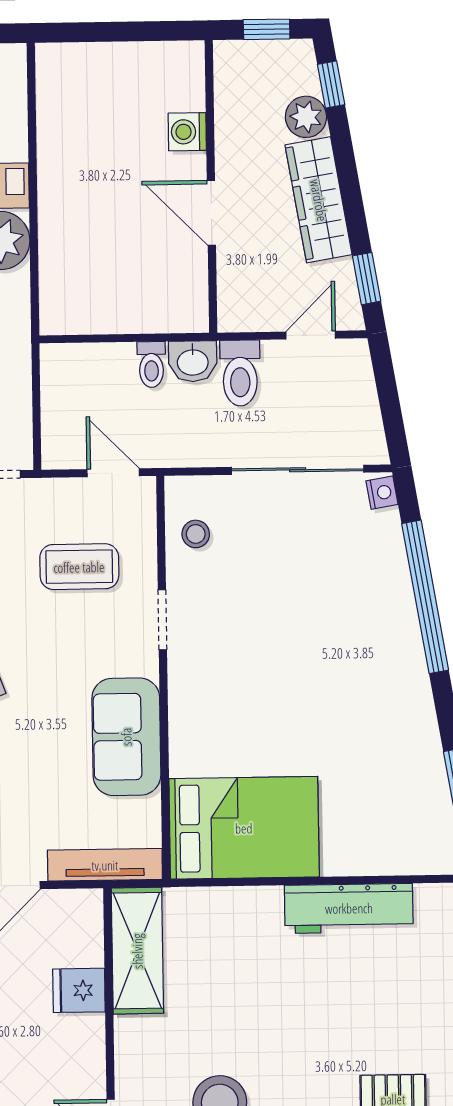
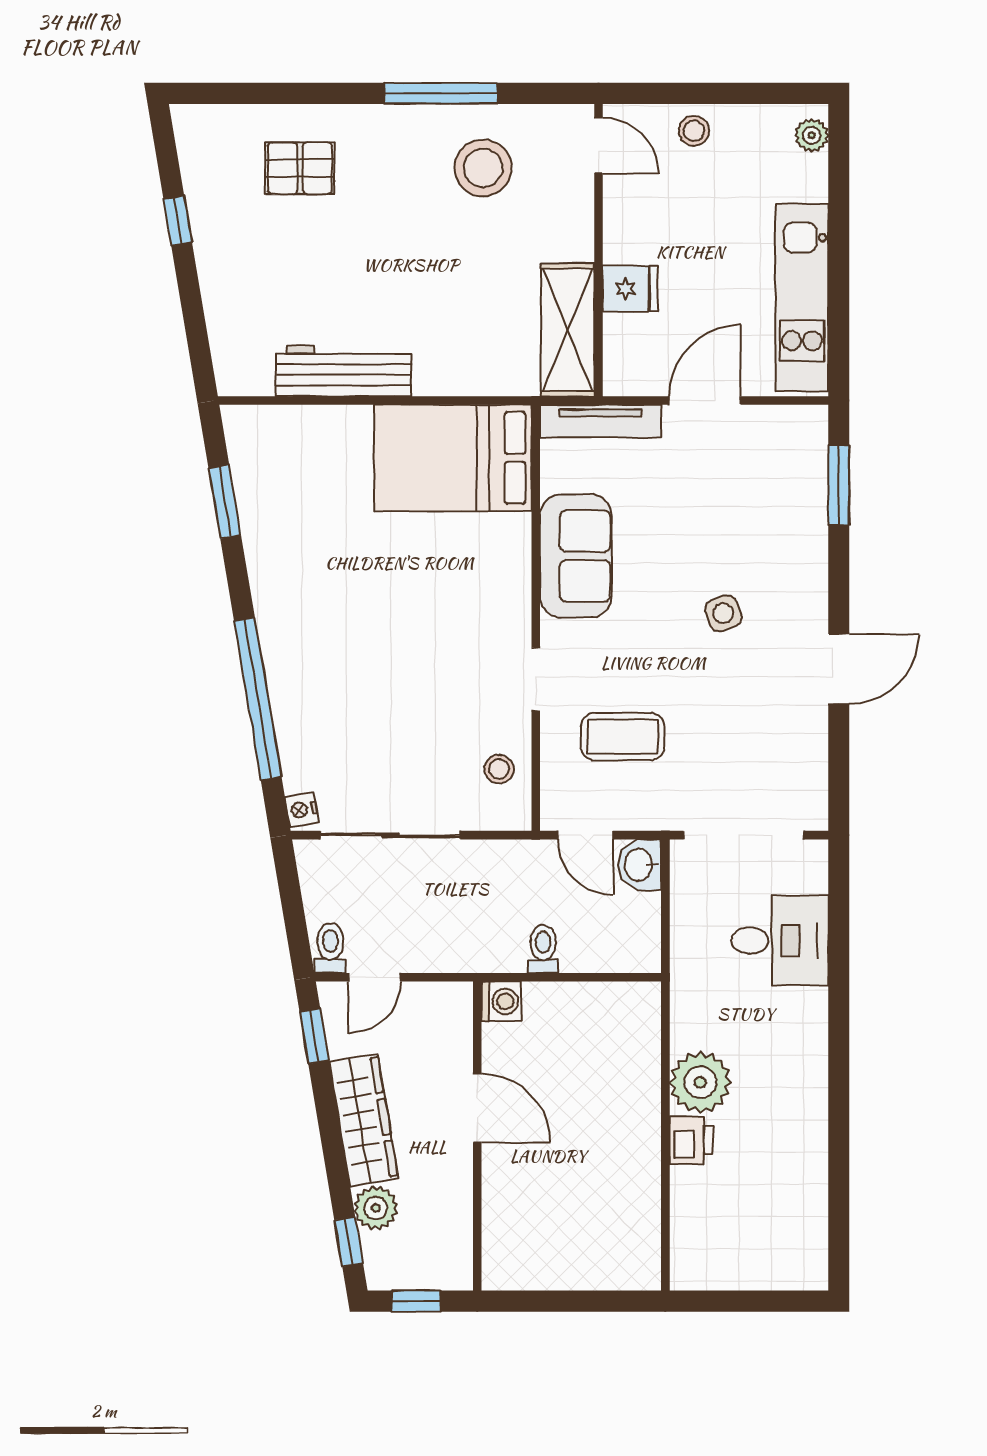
washing machine: (187, 132) -> (501, 1001), moved
washbasin: (193, 361) -> (640, 865), moved, turned -90
toilet: (240, 373) -> (330, 948), moved, width x0.73, depth x0.72

